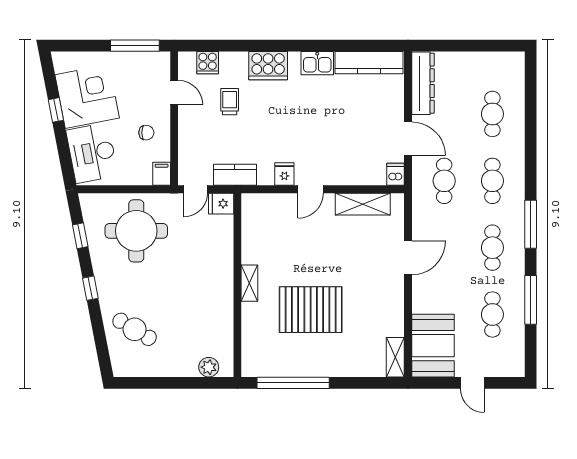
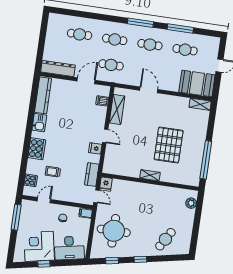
dishwasher: (395, 174) -> (102, 101), moved

